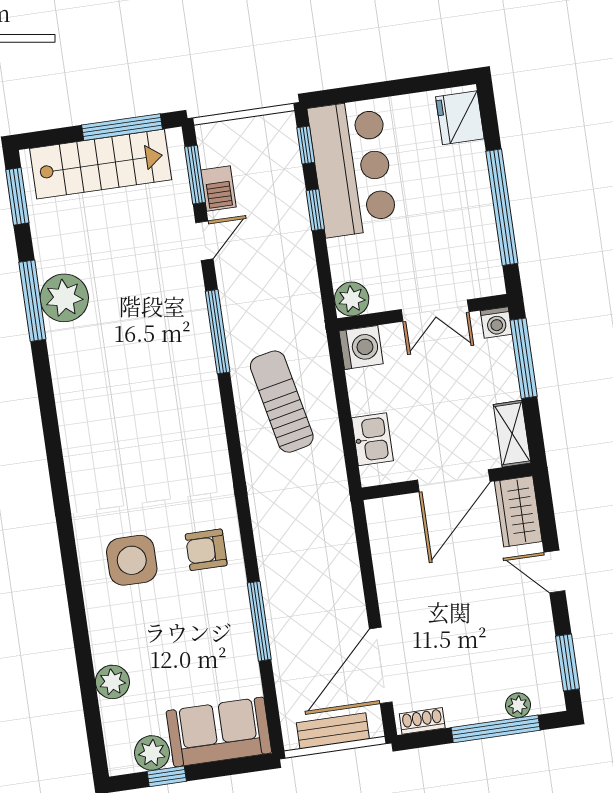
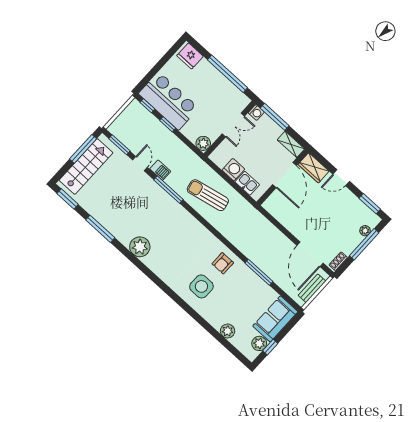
barbecue: (218, 188) -> (160, 170), moved
plant: (64, 298) -> (140, 247), moved
washing machine: (361, 347) -> (233, 170), moved

